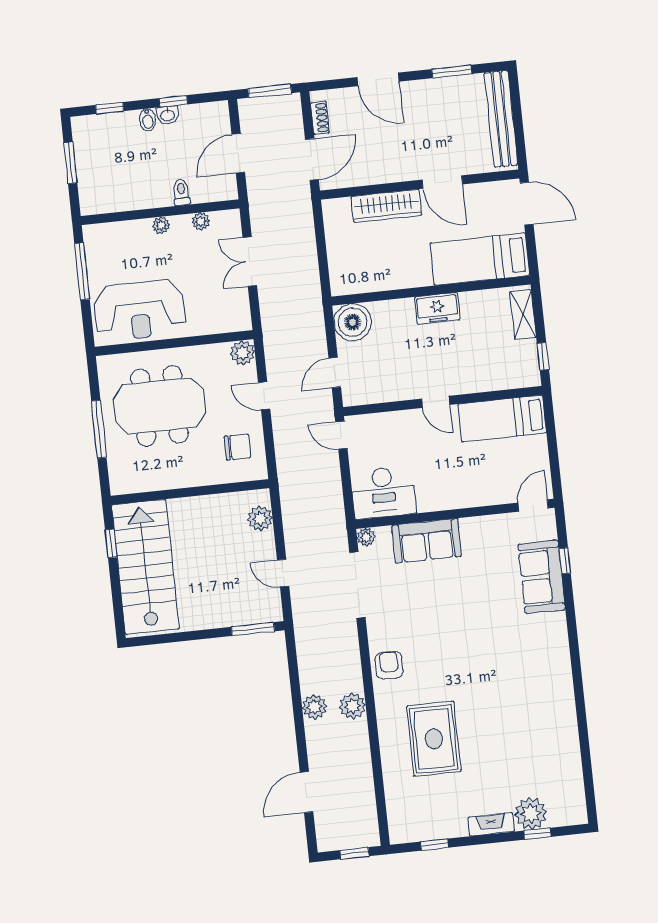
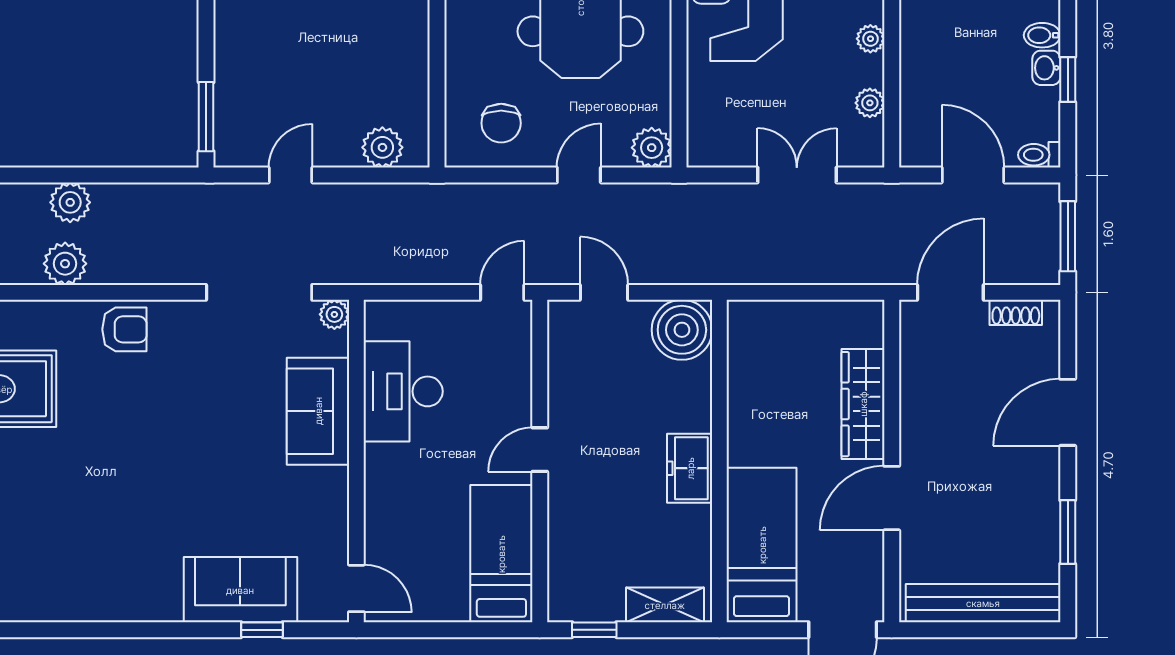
door: (312, 159) -> (950, 292), swing flipped
toilet: (181, 192) -> (1039, 155), moved, turned 180
desk: (383, 492) -> (403, 391), moved

